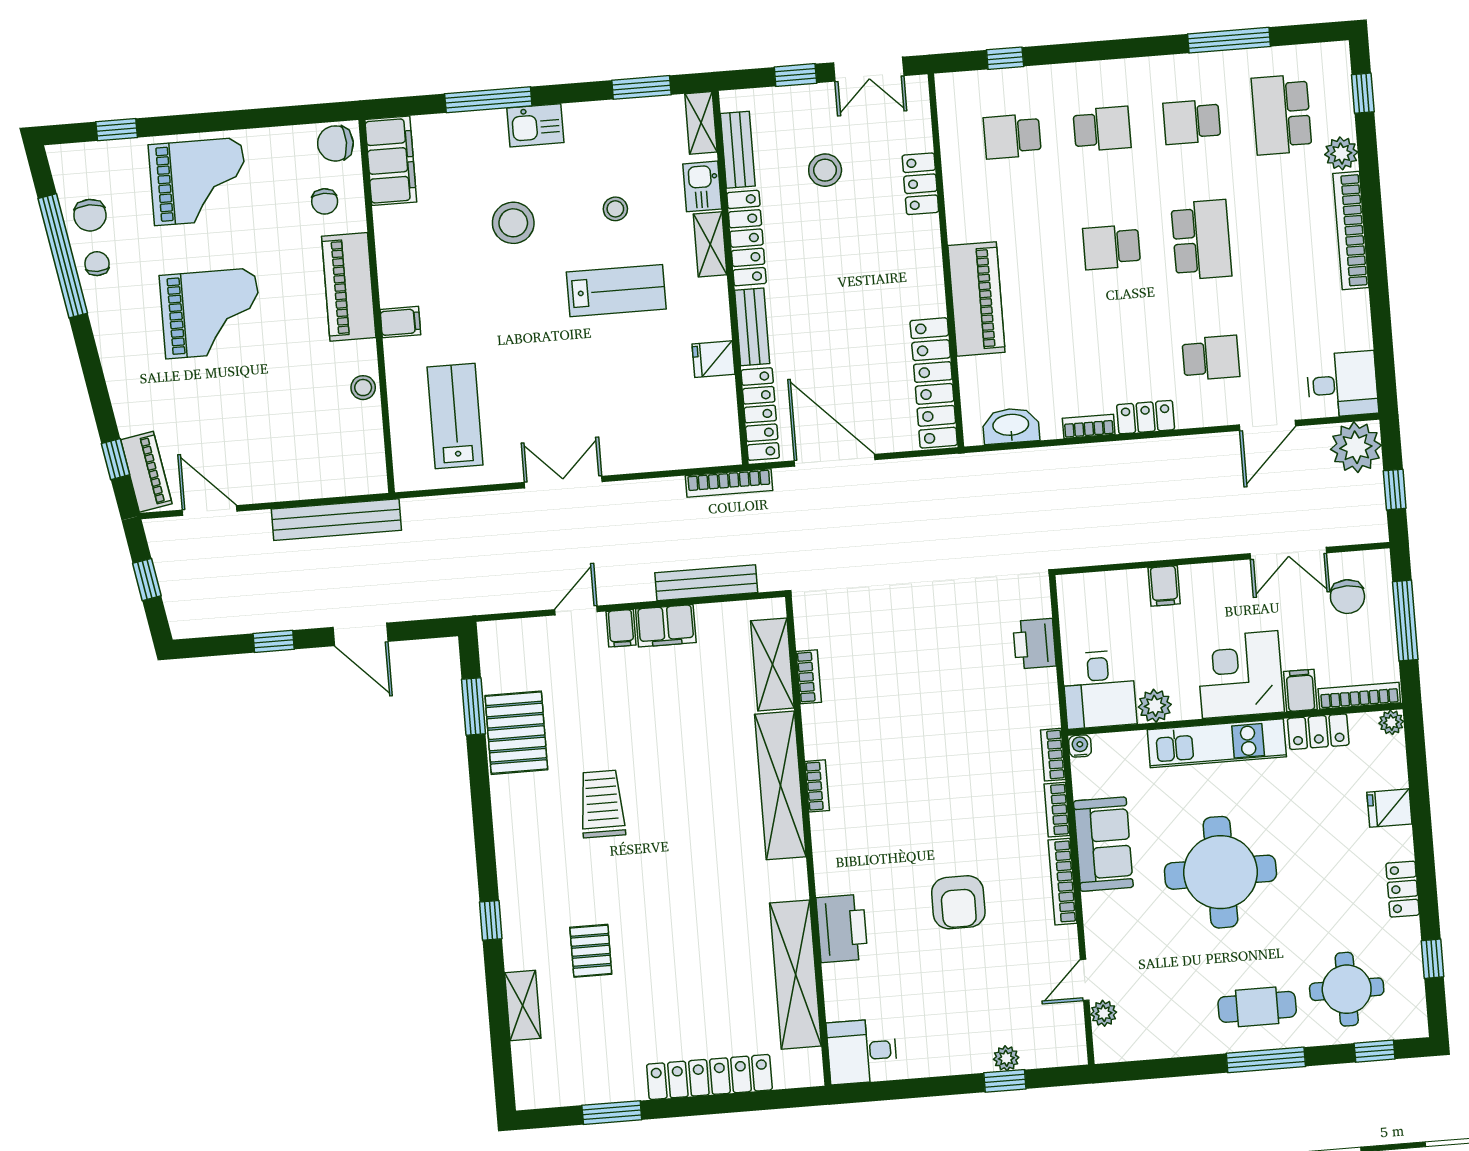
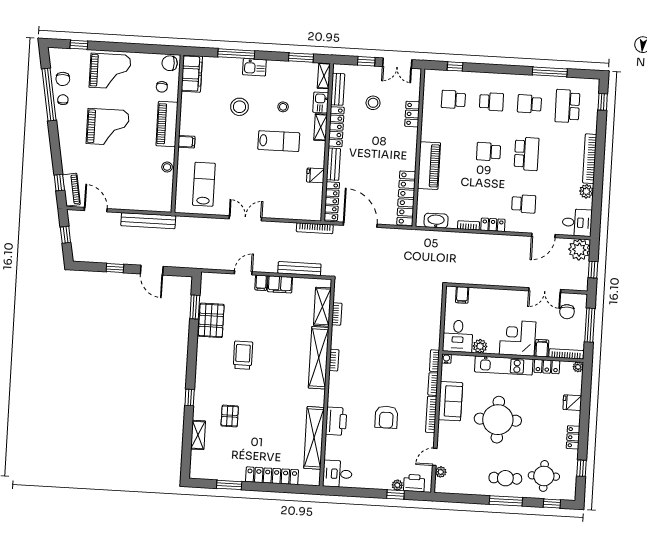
plant: (1341, 153) -> (586, 191), moved
filing cabinet: (1164, 586) -> (462, 295), moved
printer: (1034, 644) -> (414, 483), moved, turned 90

